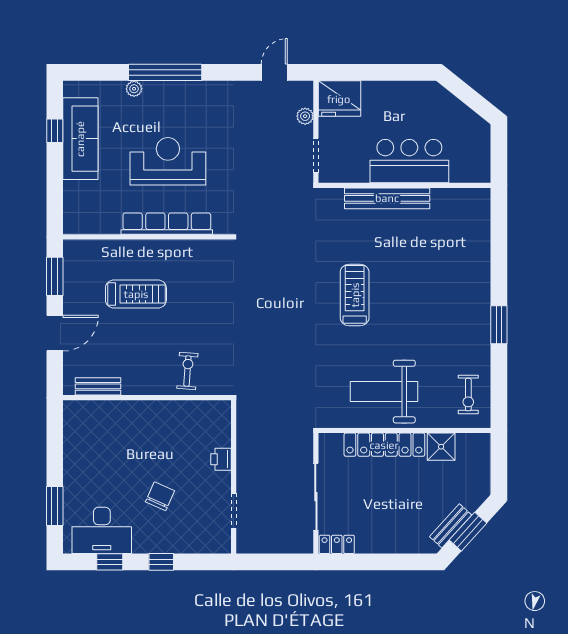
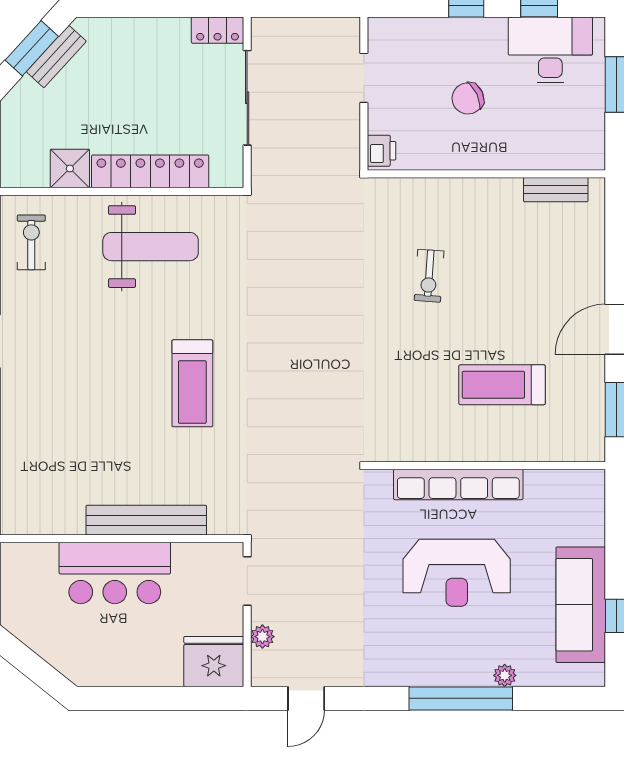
bench: (98, 386) -> (556, 190), moved
wall: (147, 398) -> (486, 174), moved
chair: (160, 496) -> (468, 98), turned 41

